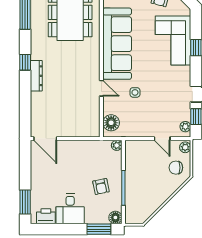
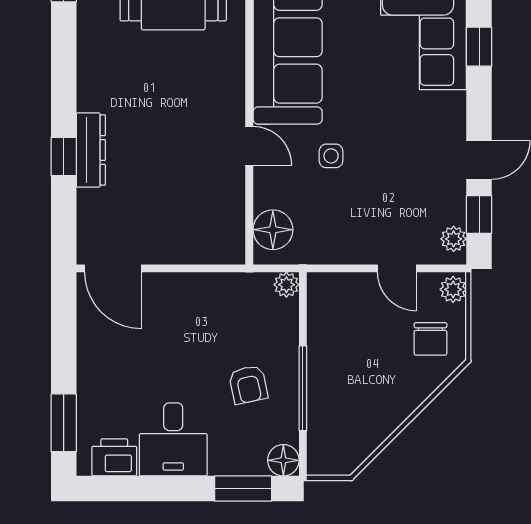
window: (25, 62) -> (64, 157), moved
dresser: (36, 76) -> (91, 150), moved
chair: (176, 168) -> (430, 339), turned -90

